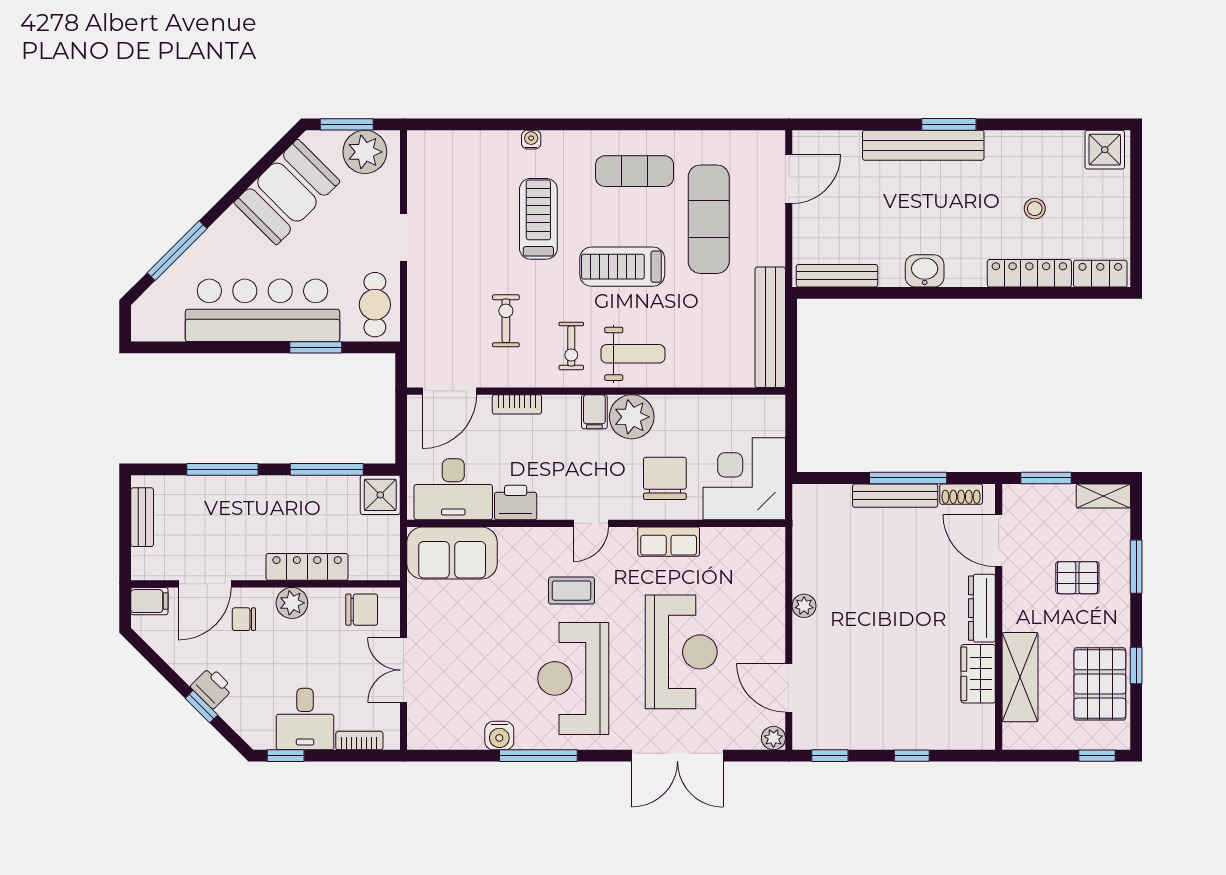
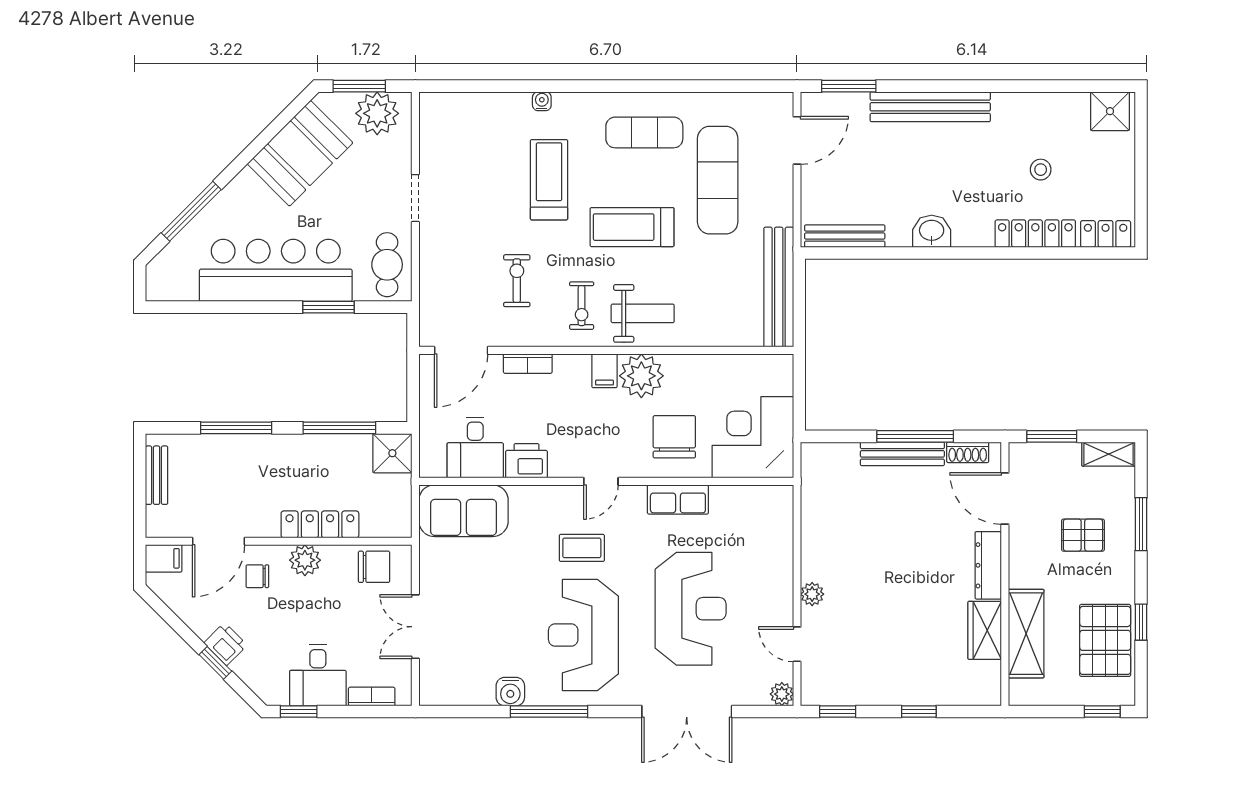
window: (949, 124) -> (849, 86), moved
desk: (453, 489) -> (475, 448), width x0.73
plant: (804, 606) -> (812, 594), moved
door: (789, 688) -> (797, 644), width x0.73

